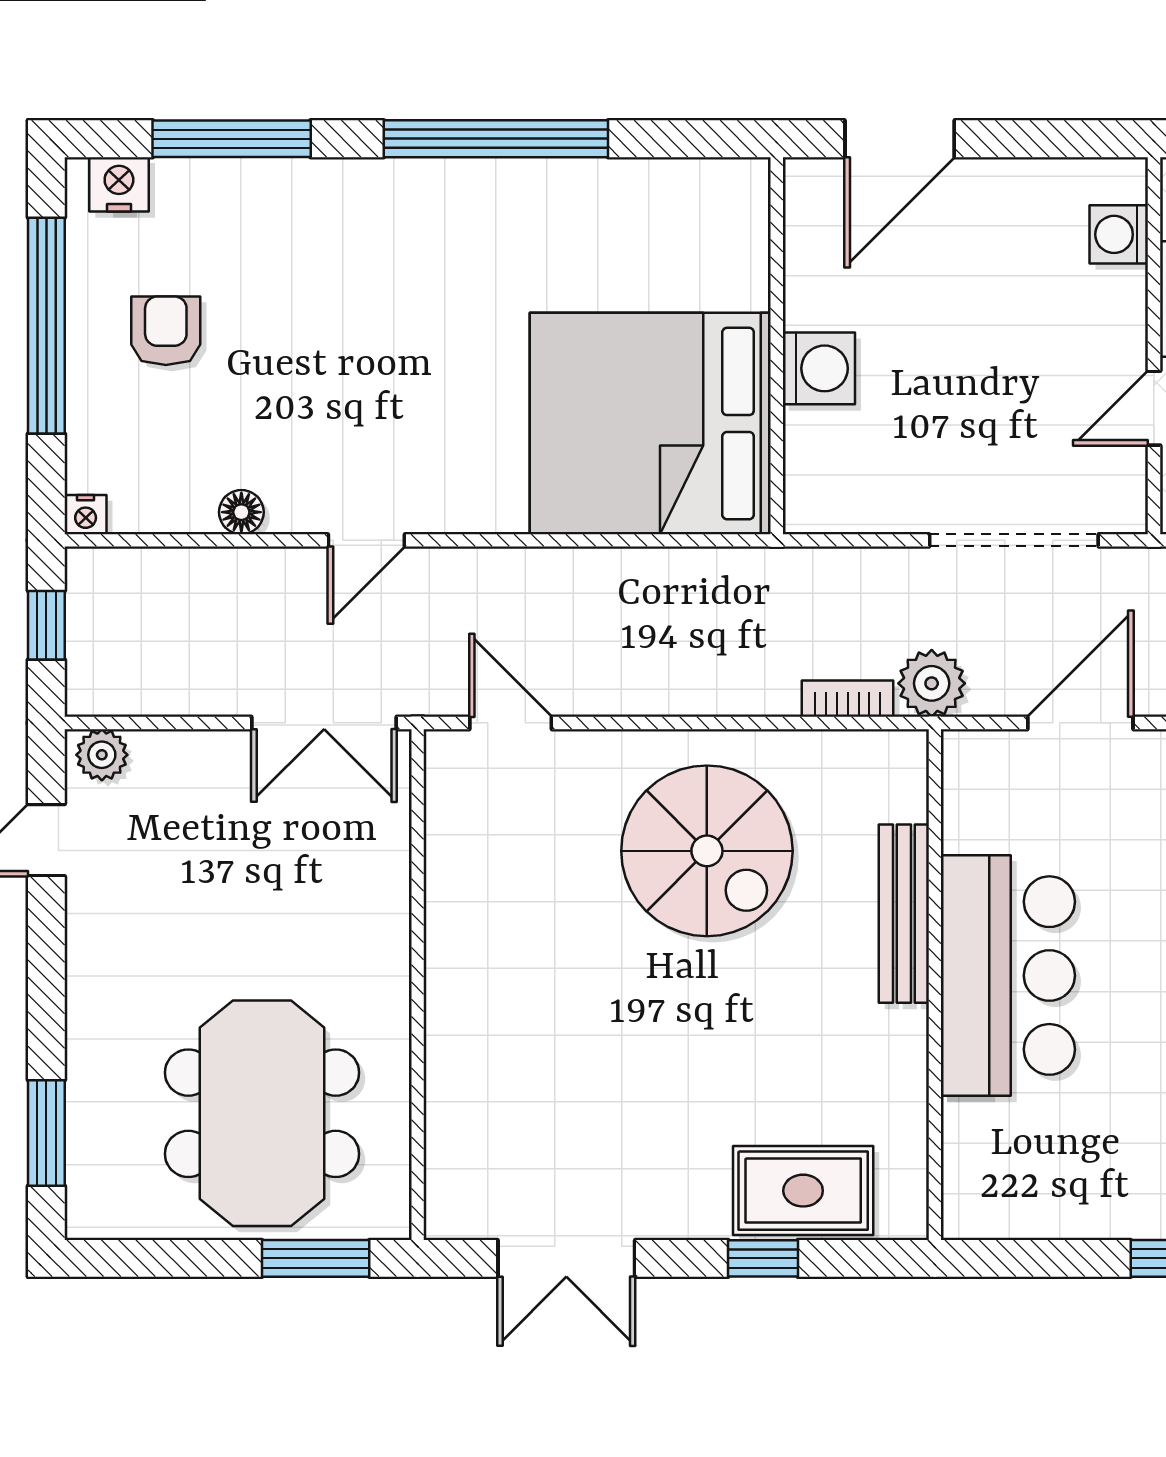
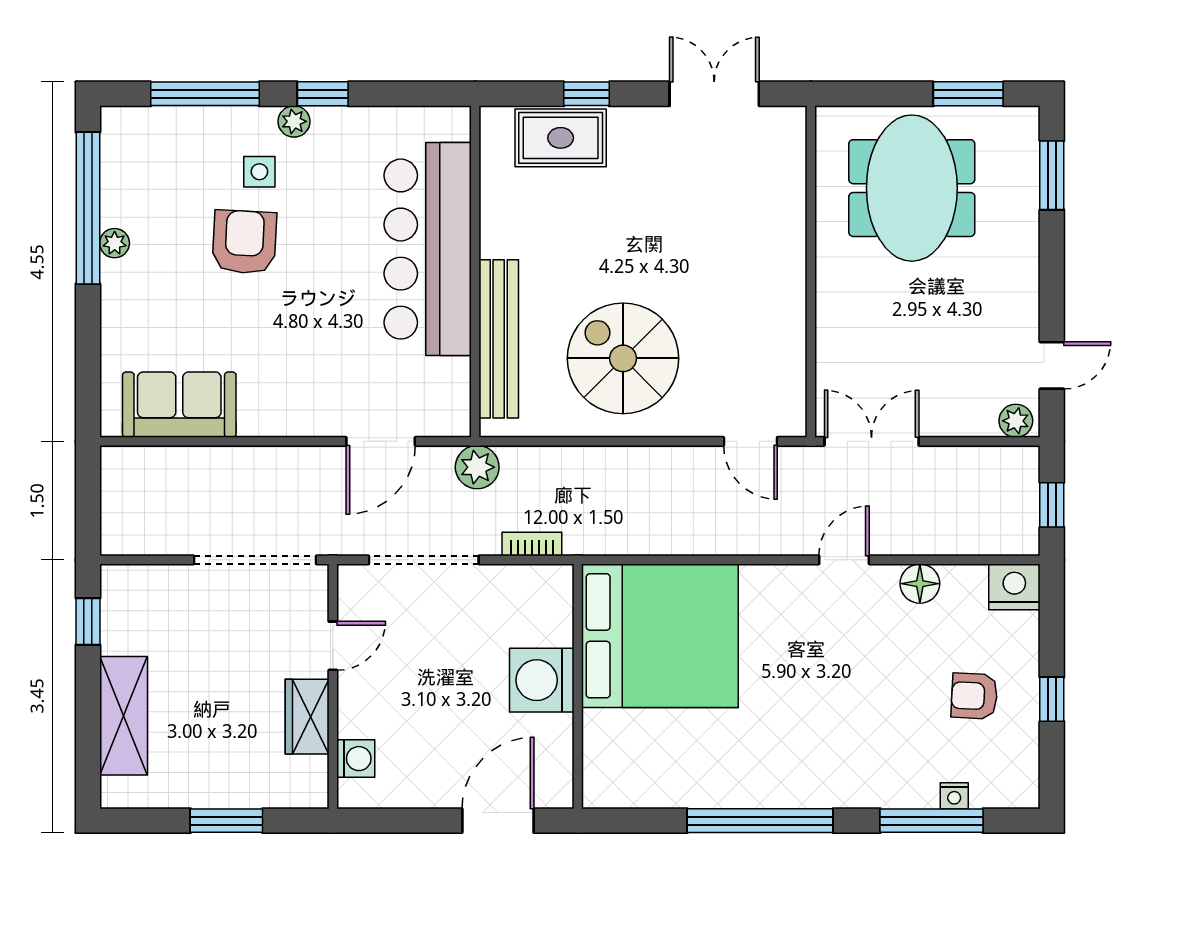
nightstand: (119, 184) -> (954, 796), moved, width x0.72, depth x0.74
window: (46, 326) -> (1052, 699), width x0.32
armchair: (166, 331) -> (974, 696), turned 93
washing machine: (819, 368) -> (542, 680), width x1.37, depth x1.37
floor lamp: (241, 512) -> (920, 584), width x1.37, depth x1.37
nightstand: (86, 515) -> (1014, 587), width x1.89, depth x1.79
bookcase: (848, 699) -> (532, 544), moved, turned 180
bench: (904, 914) -> (499, 339), width x1.37, depth x1.21
bar counter: (1008, 976) -> (428, 249), width x1.36
window: (316, 1258) -> (968, 94), moved

